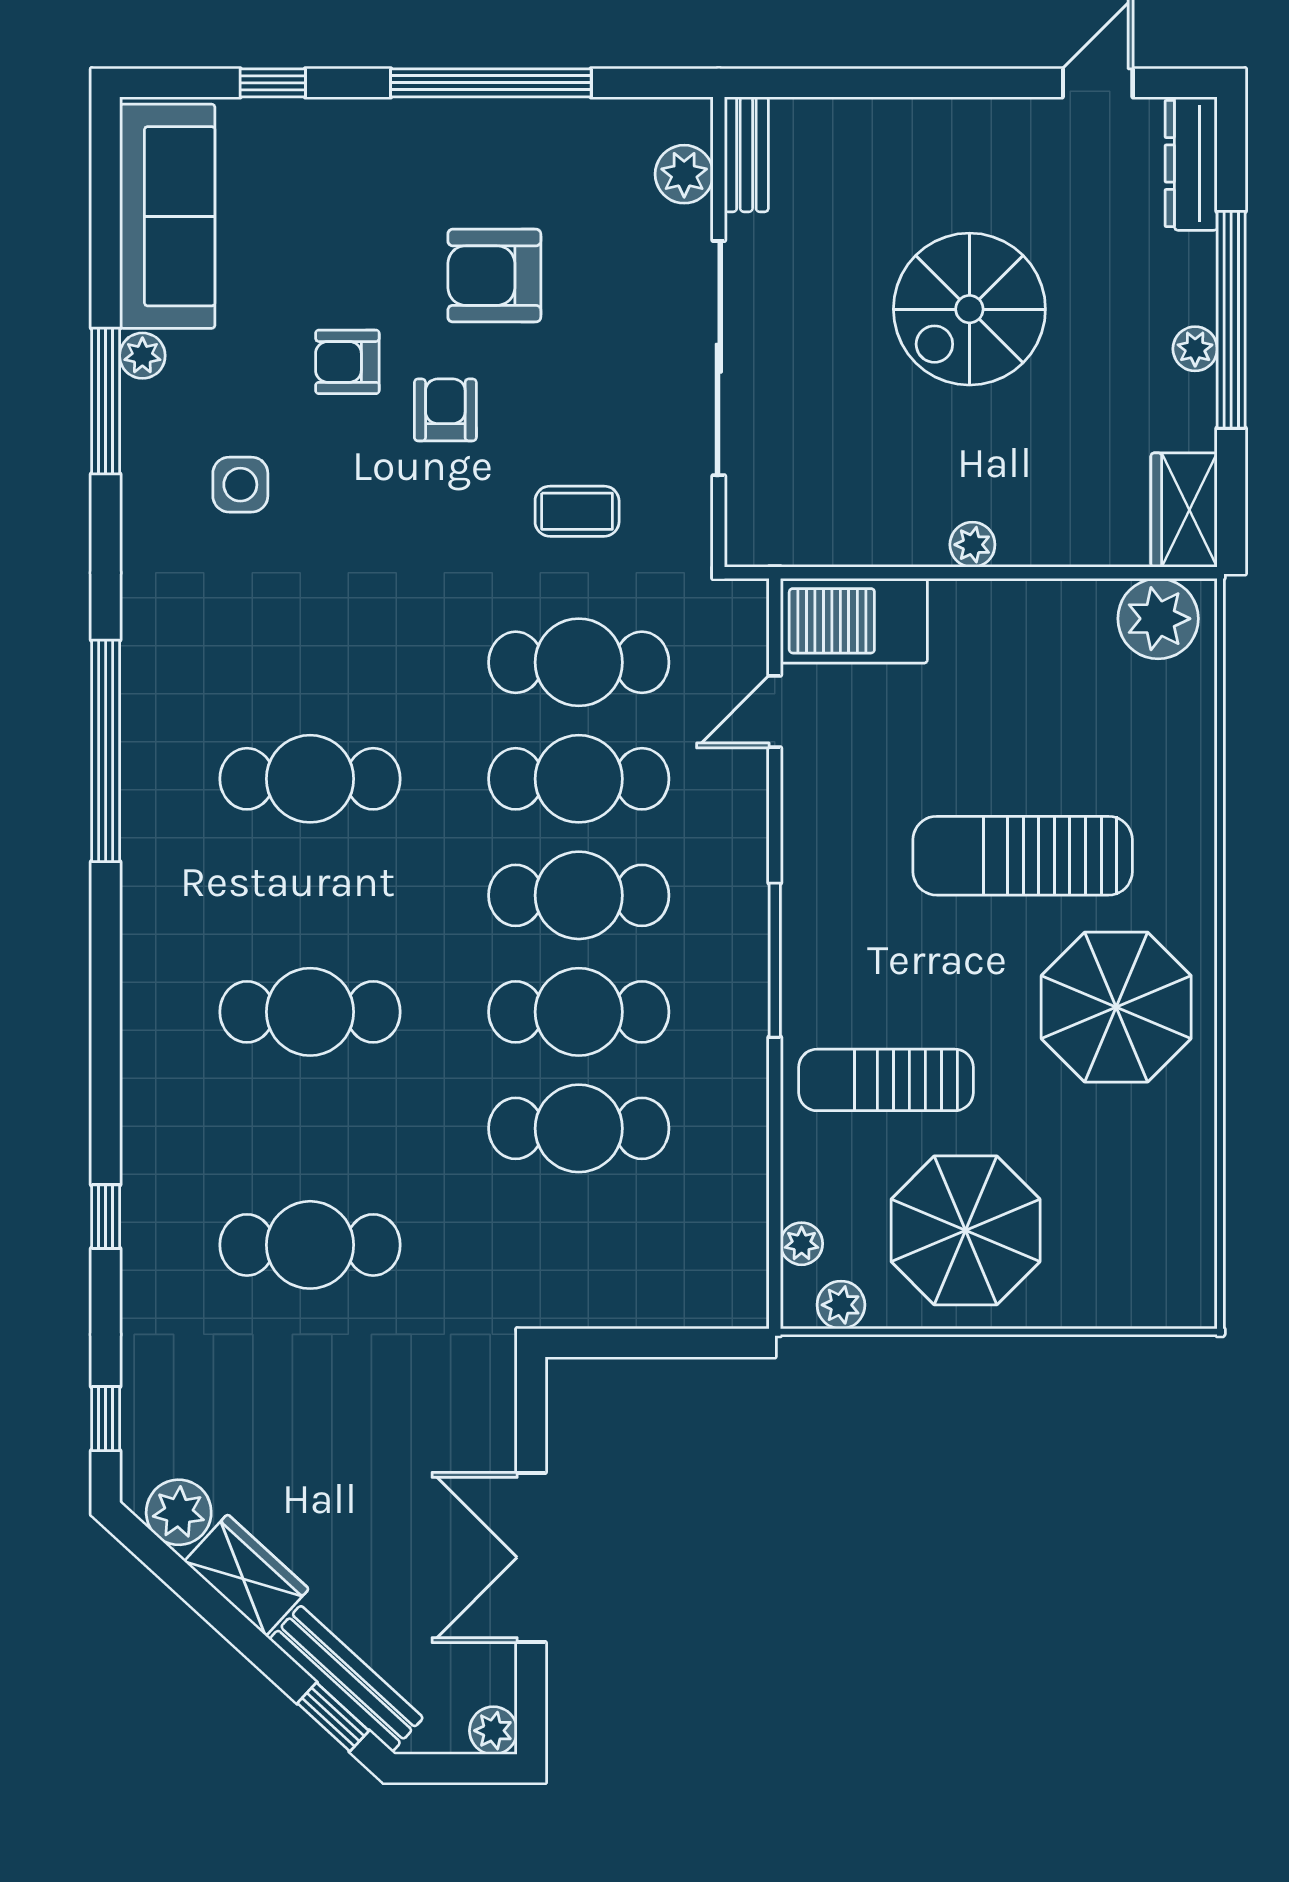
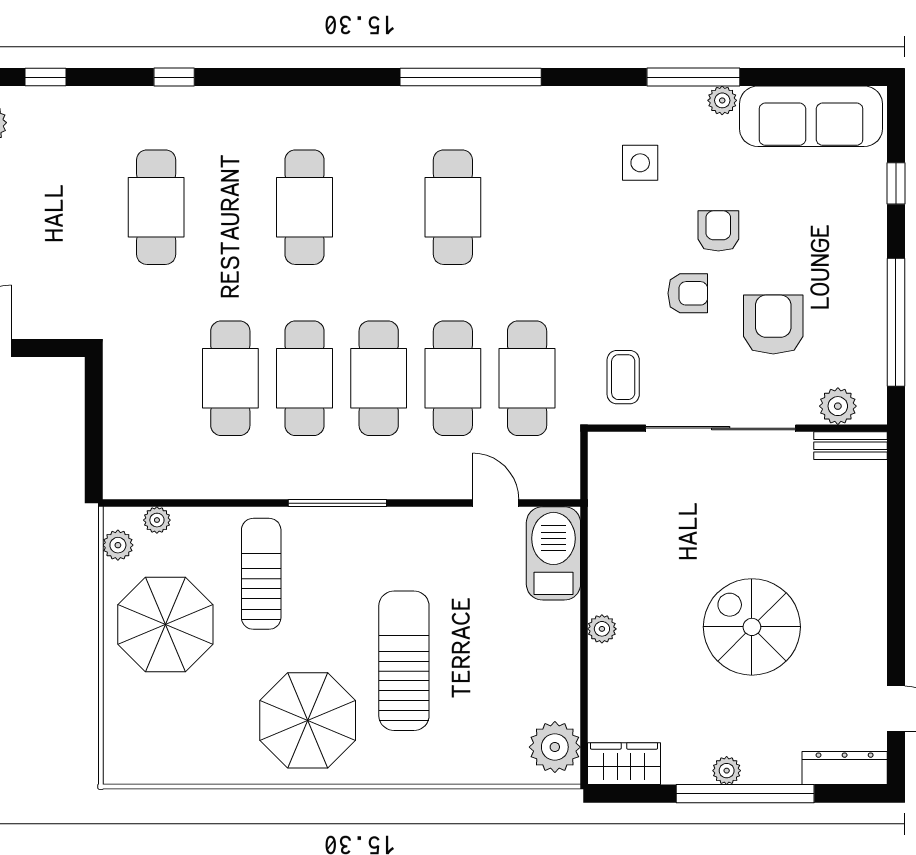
bench: (746, 154) -> (850, 446), moved
plant: (684, 174) -> (838, 406), moved
wall: (719, 332) -> (737, 428), moved
sliding door: (719, 358) -> (721, 428), moved

